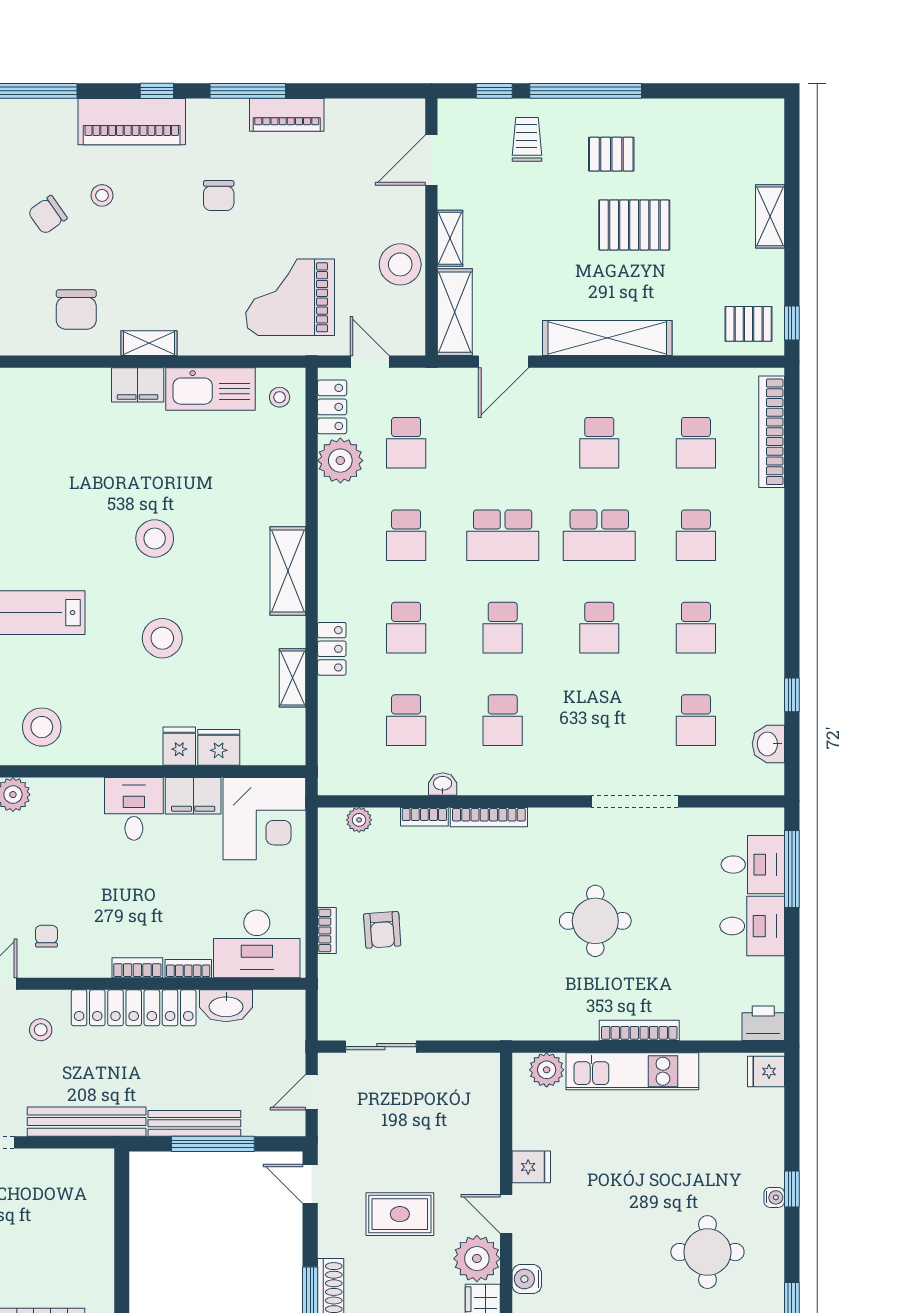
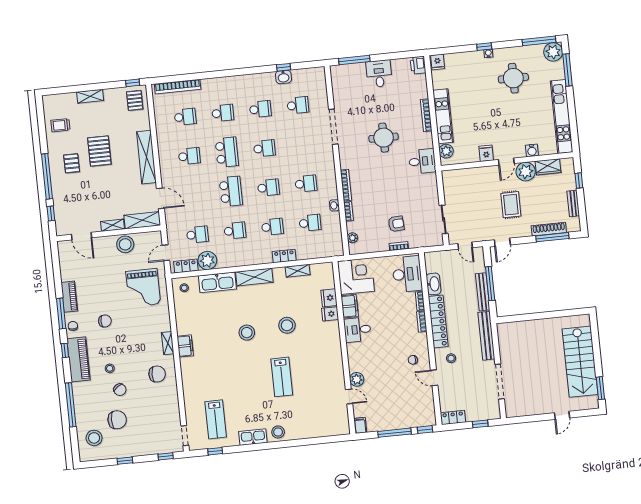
chair: (215, 116) -> (73, 326), added
trolley: (527, 139) -> (60, 125), moved
kitchen sink: (210, 389) -> (217, 282), moved, turned 90
stool: (42, 727) -> (328, 371), removed
washbasin: (768, 744) -> (283, 77), moved
desk: (753, 865) -> (422, 161), moved, turned 90

